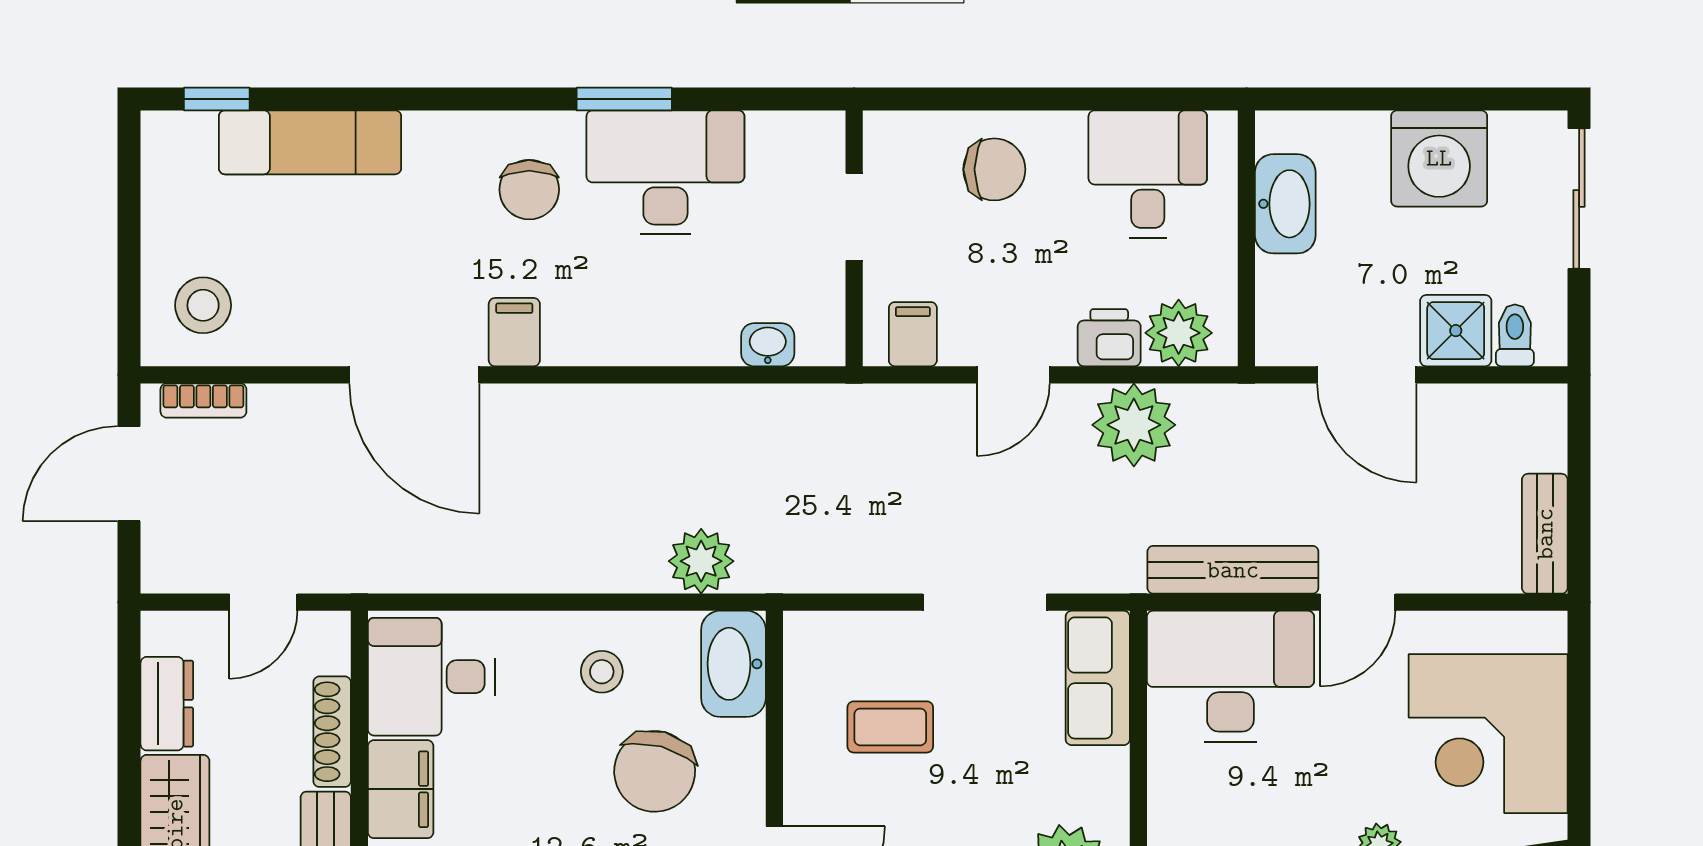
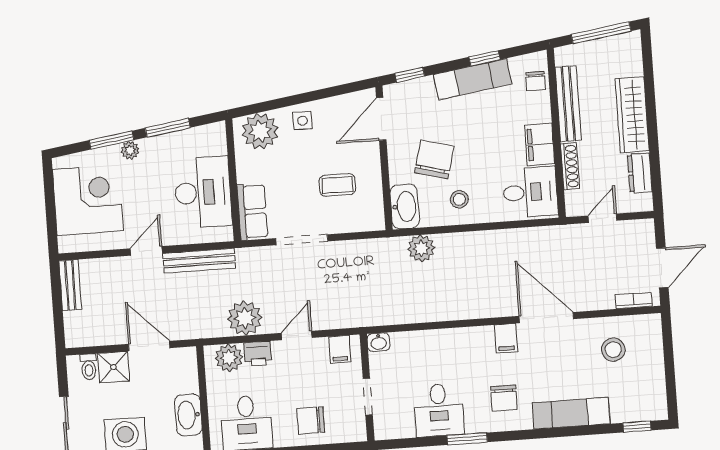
exam couch: (310, 142) -> (571, 413), moved
desk: (665, 172) -> (439, 410), width x0.73
chair: (529, 190) -> (504, 398), turned 180
stool: (203, 305) -> (613, 350), moved
washbasin: (768, 345) -> (379, 342), moved
desk: (1230, 676) -> (203, 192), moved, turned -90

